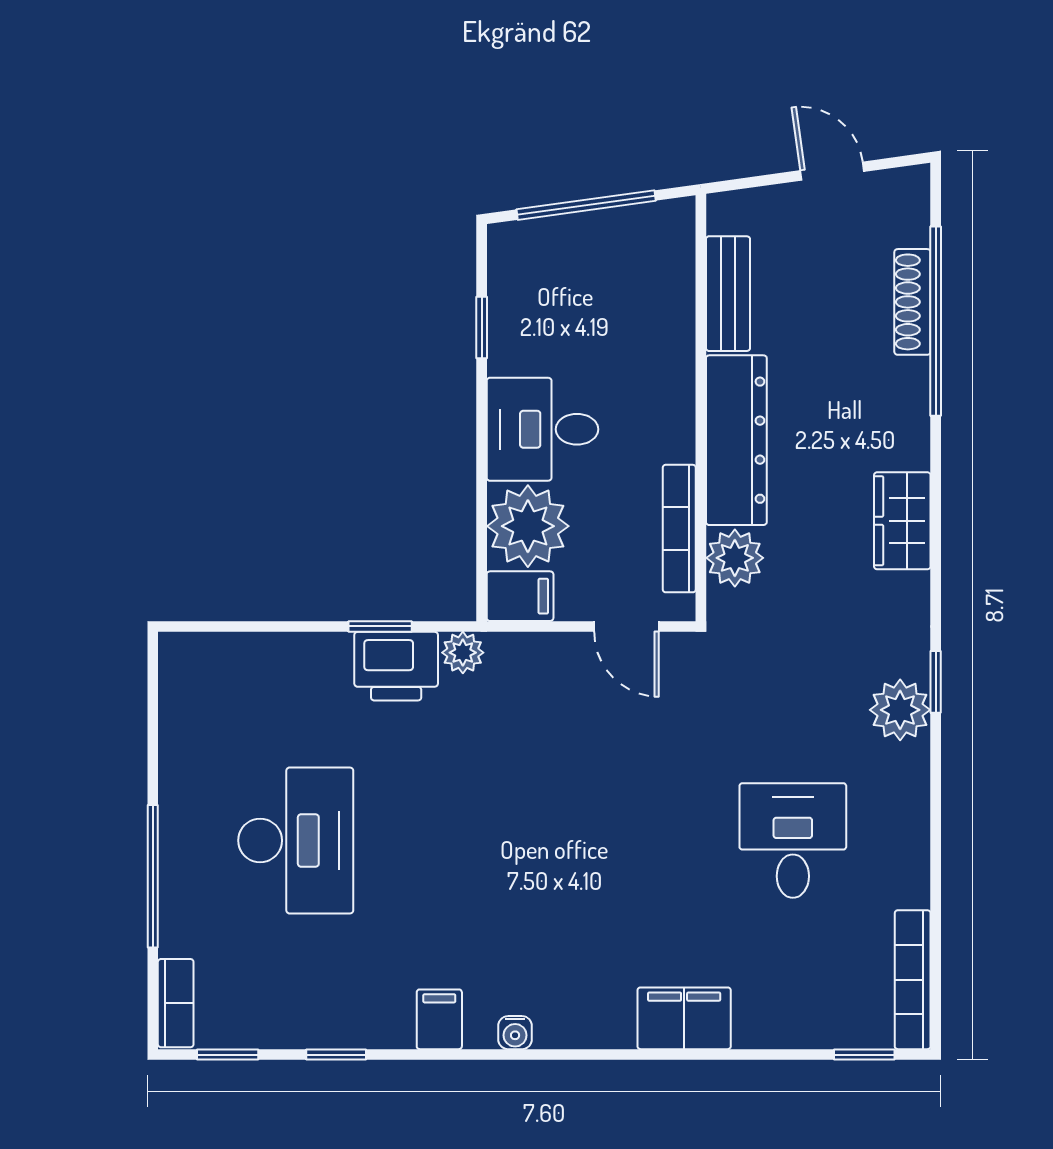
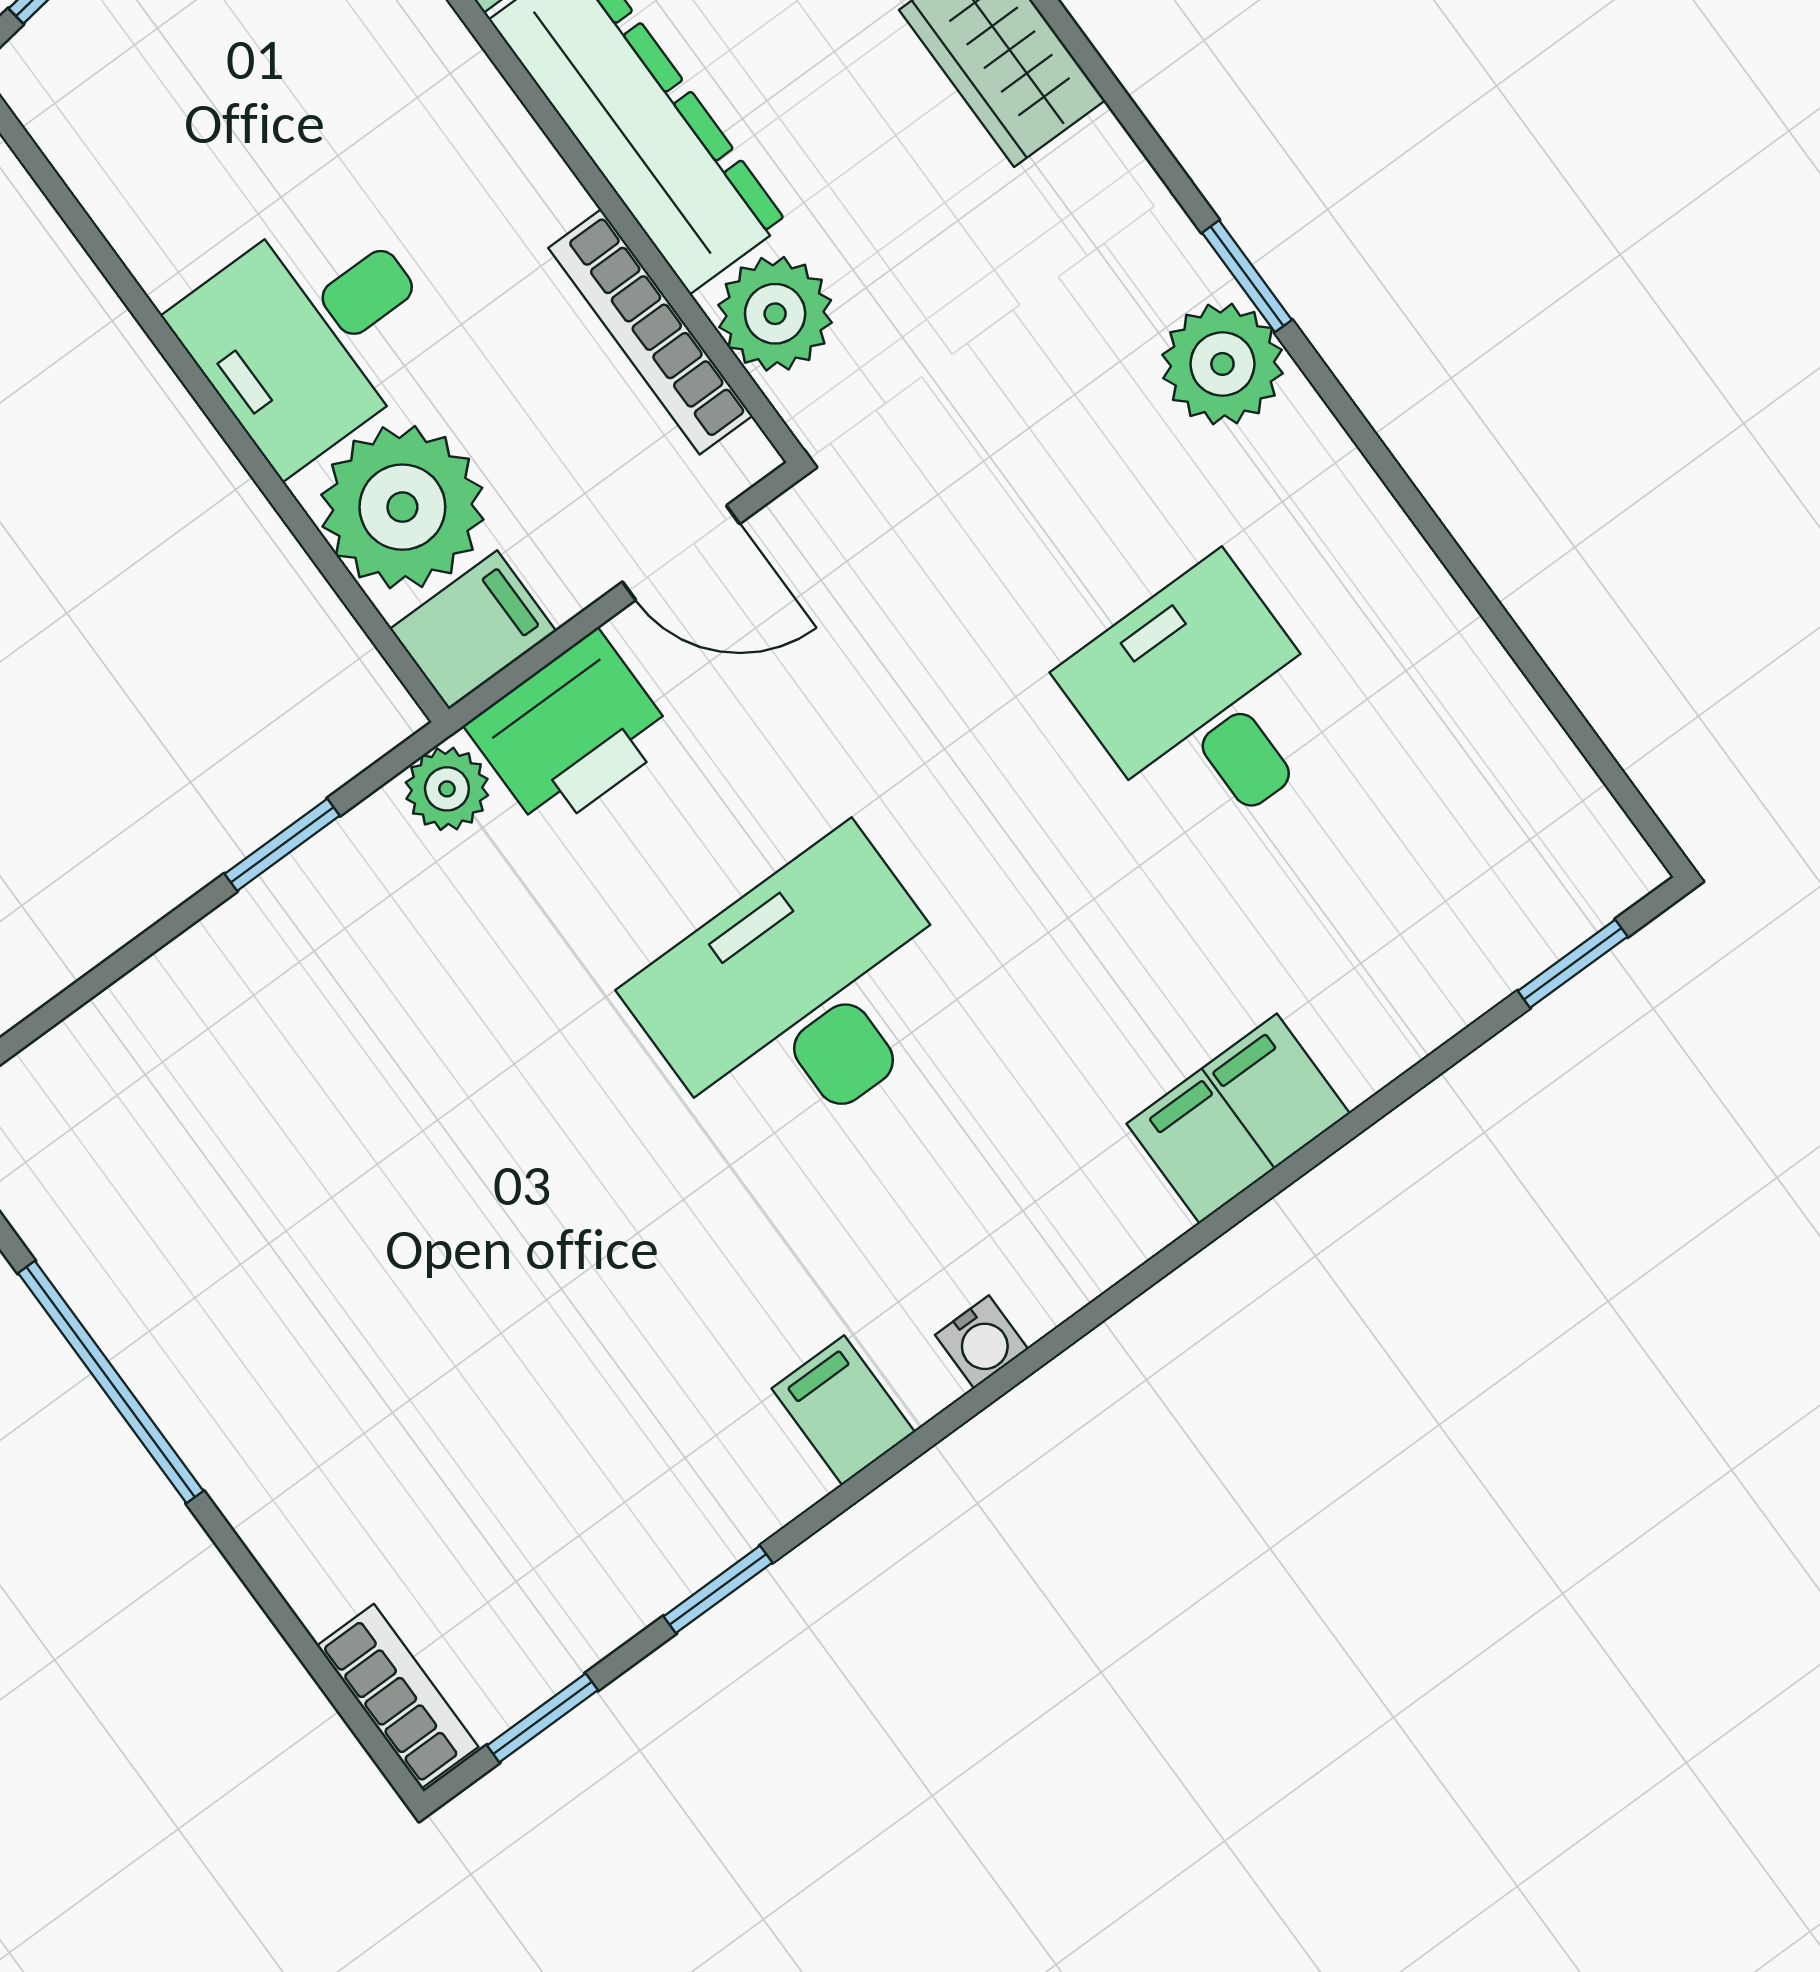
window: (482, 327) -> (92, 241), removed
printer: (396, 666) -> (571, 732), moved
desk: (296, 840) -> (801, 997), moved, turned -90
window: (153, 876) -> (111, 1382), moved
bookcase: (913, 980) -> (1562, 785), removed

